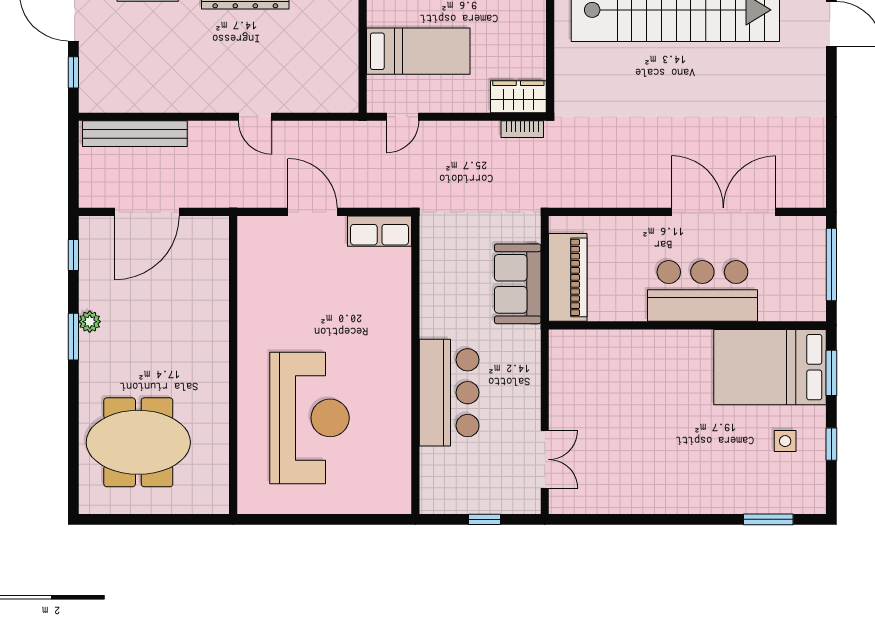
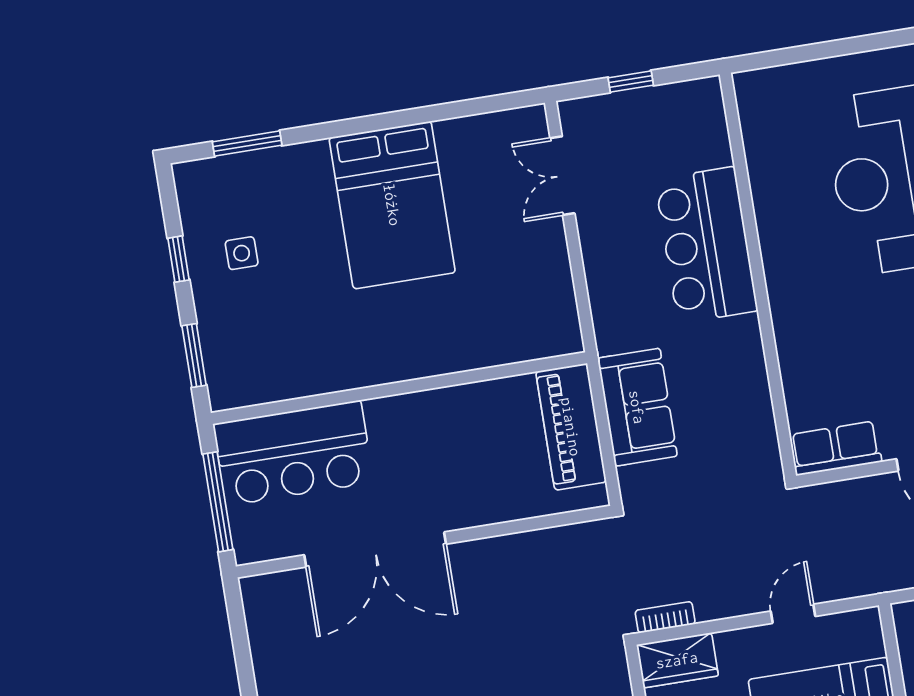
door: (403, 117) -> (793, 614), moved
bar counter: (702, 291) -> (293, 453), moved
bed: (770, 367) -> (392, 205), moved, turned 90

